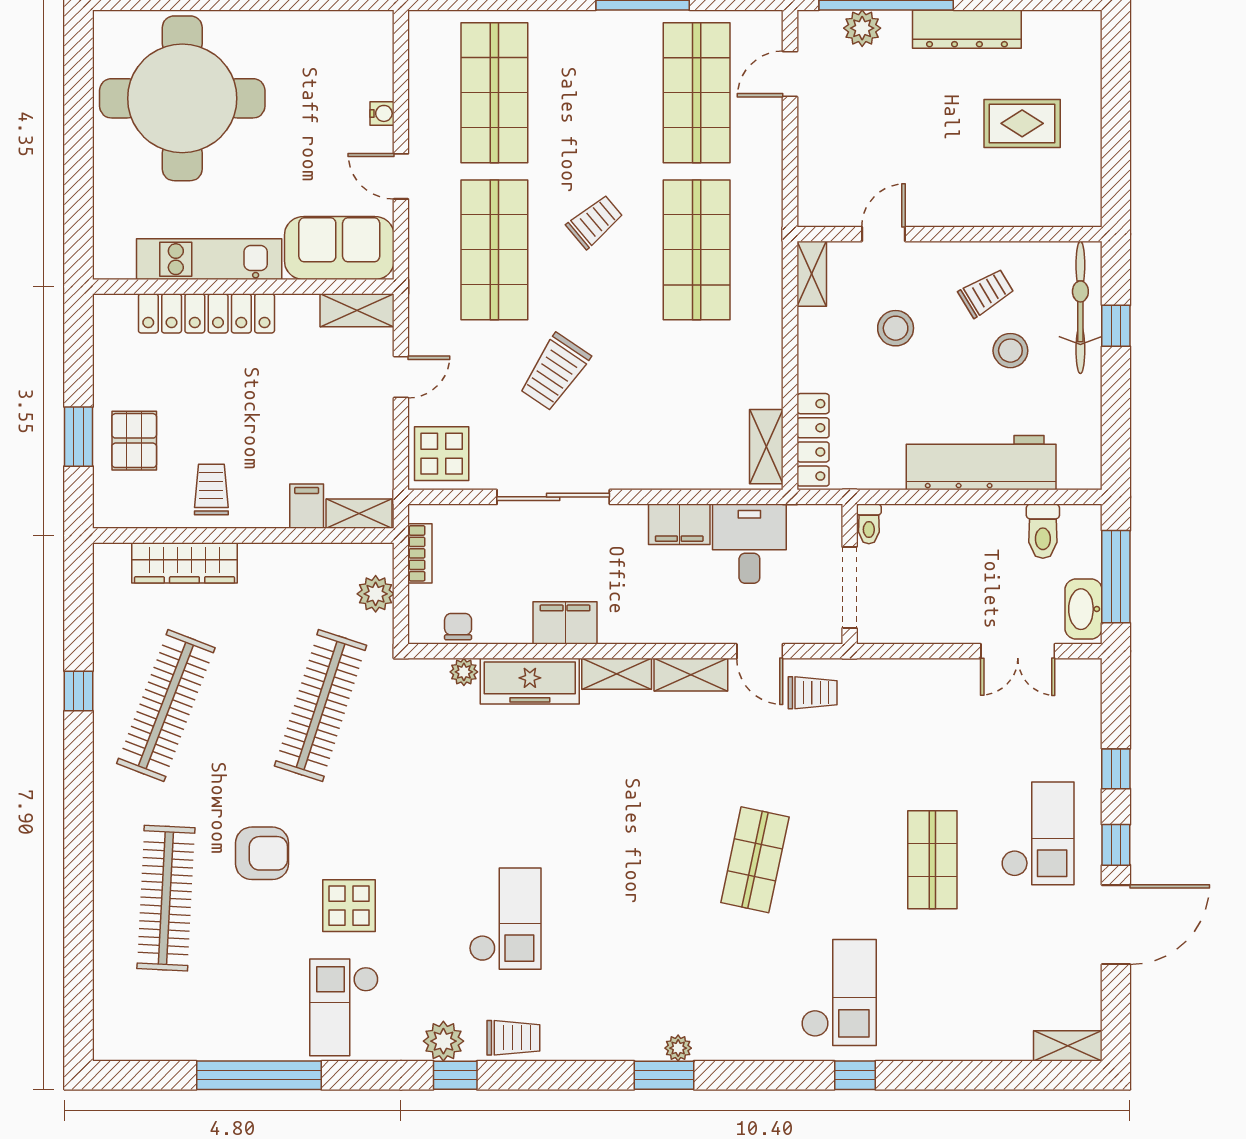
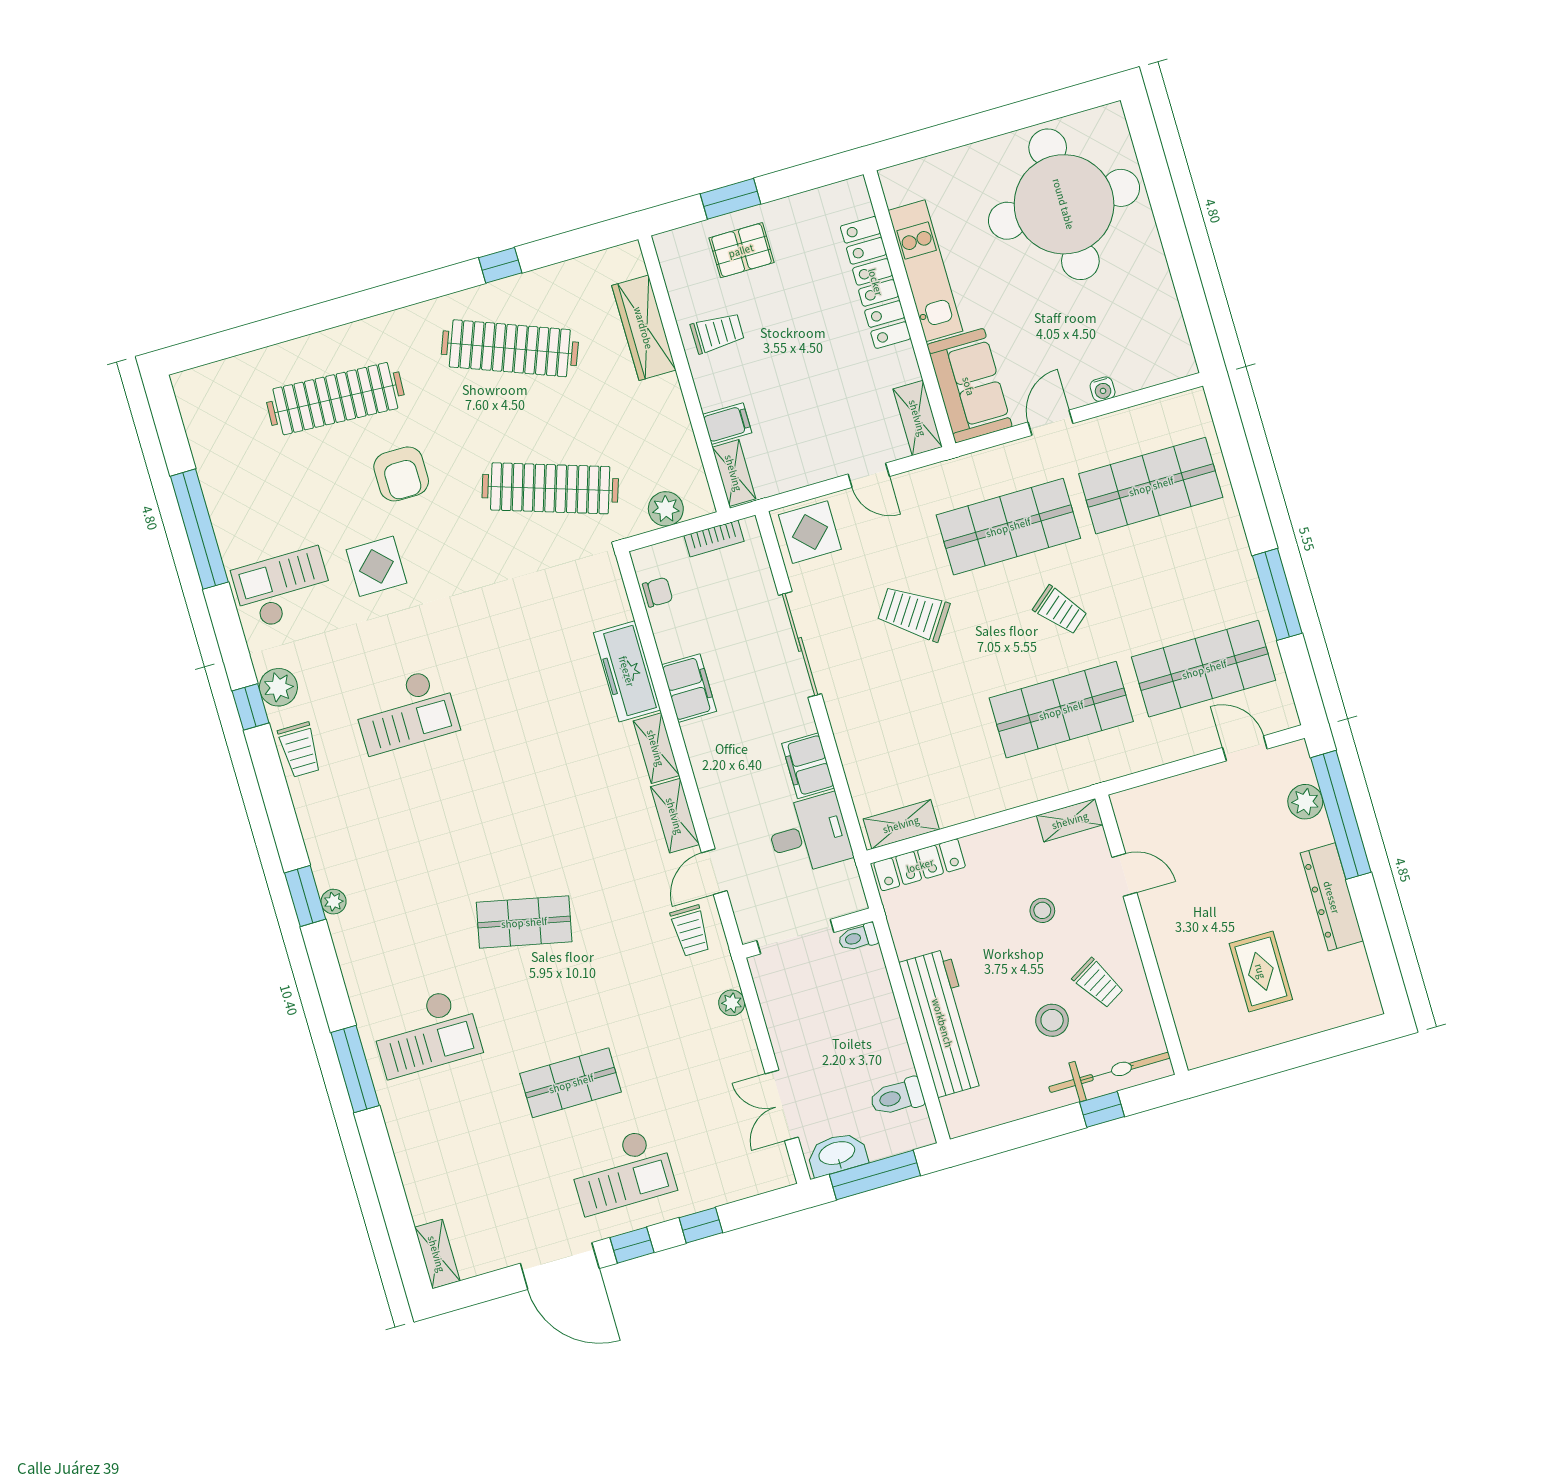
stool: (896, 328) -> (1042, 910), width x0.73, depth x0.73
plant: (464, 672) -> (732, 1003), moved
window: (855, 1075) -> (355, 1069), width x2.17

